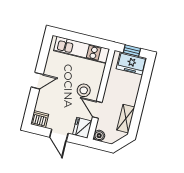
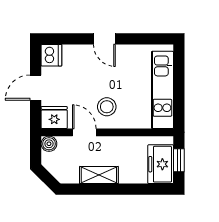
door: (97, 110) -> (84, 132), hinge flipped
shelving: (126, 119) -> (99, 175), moved

